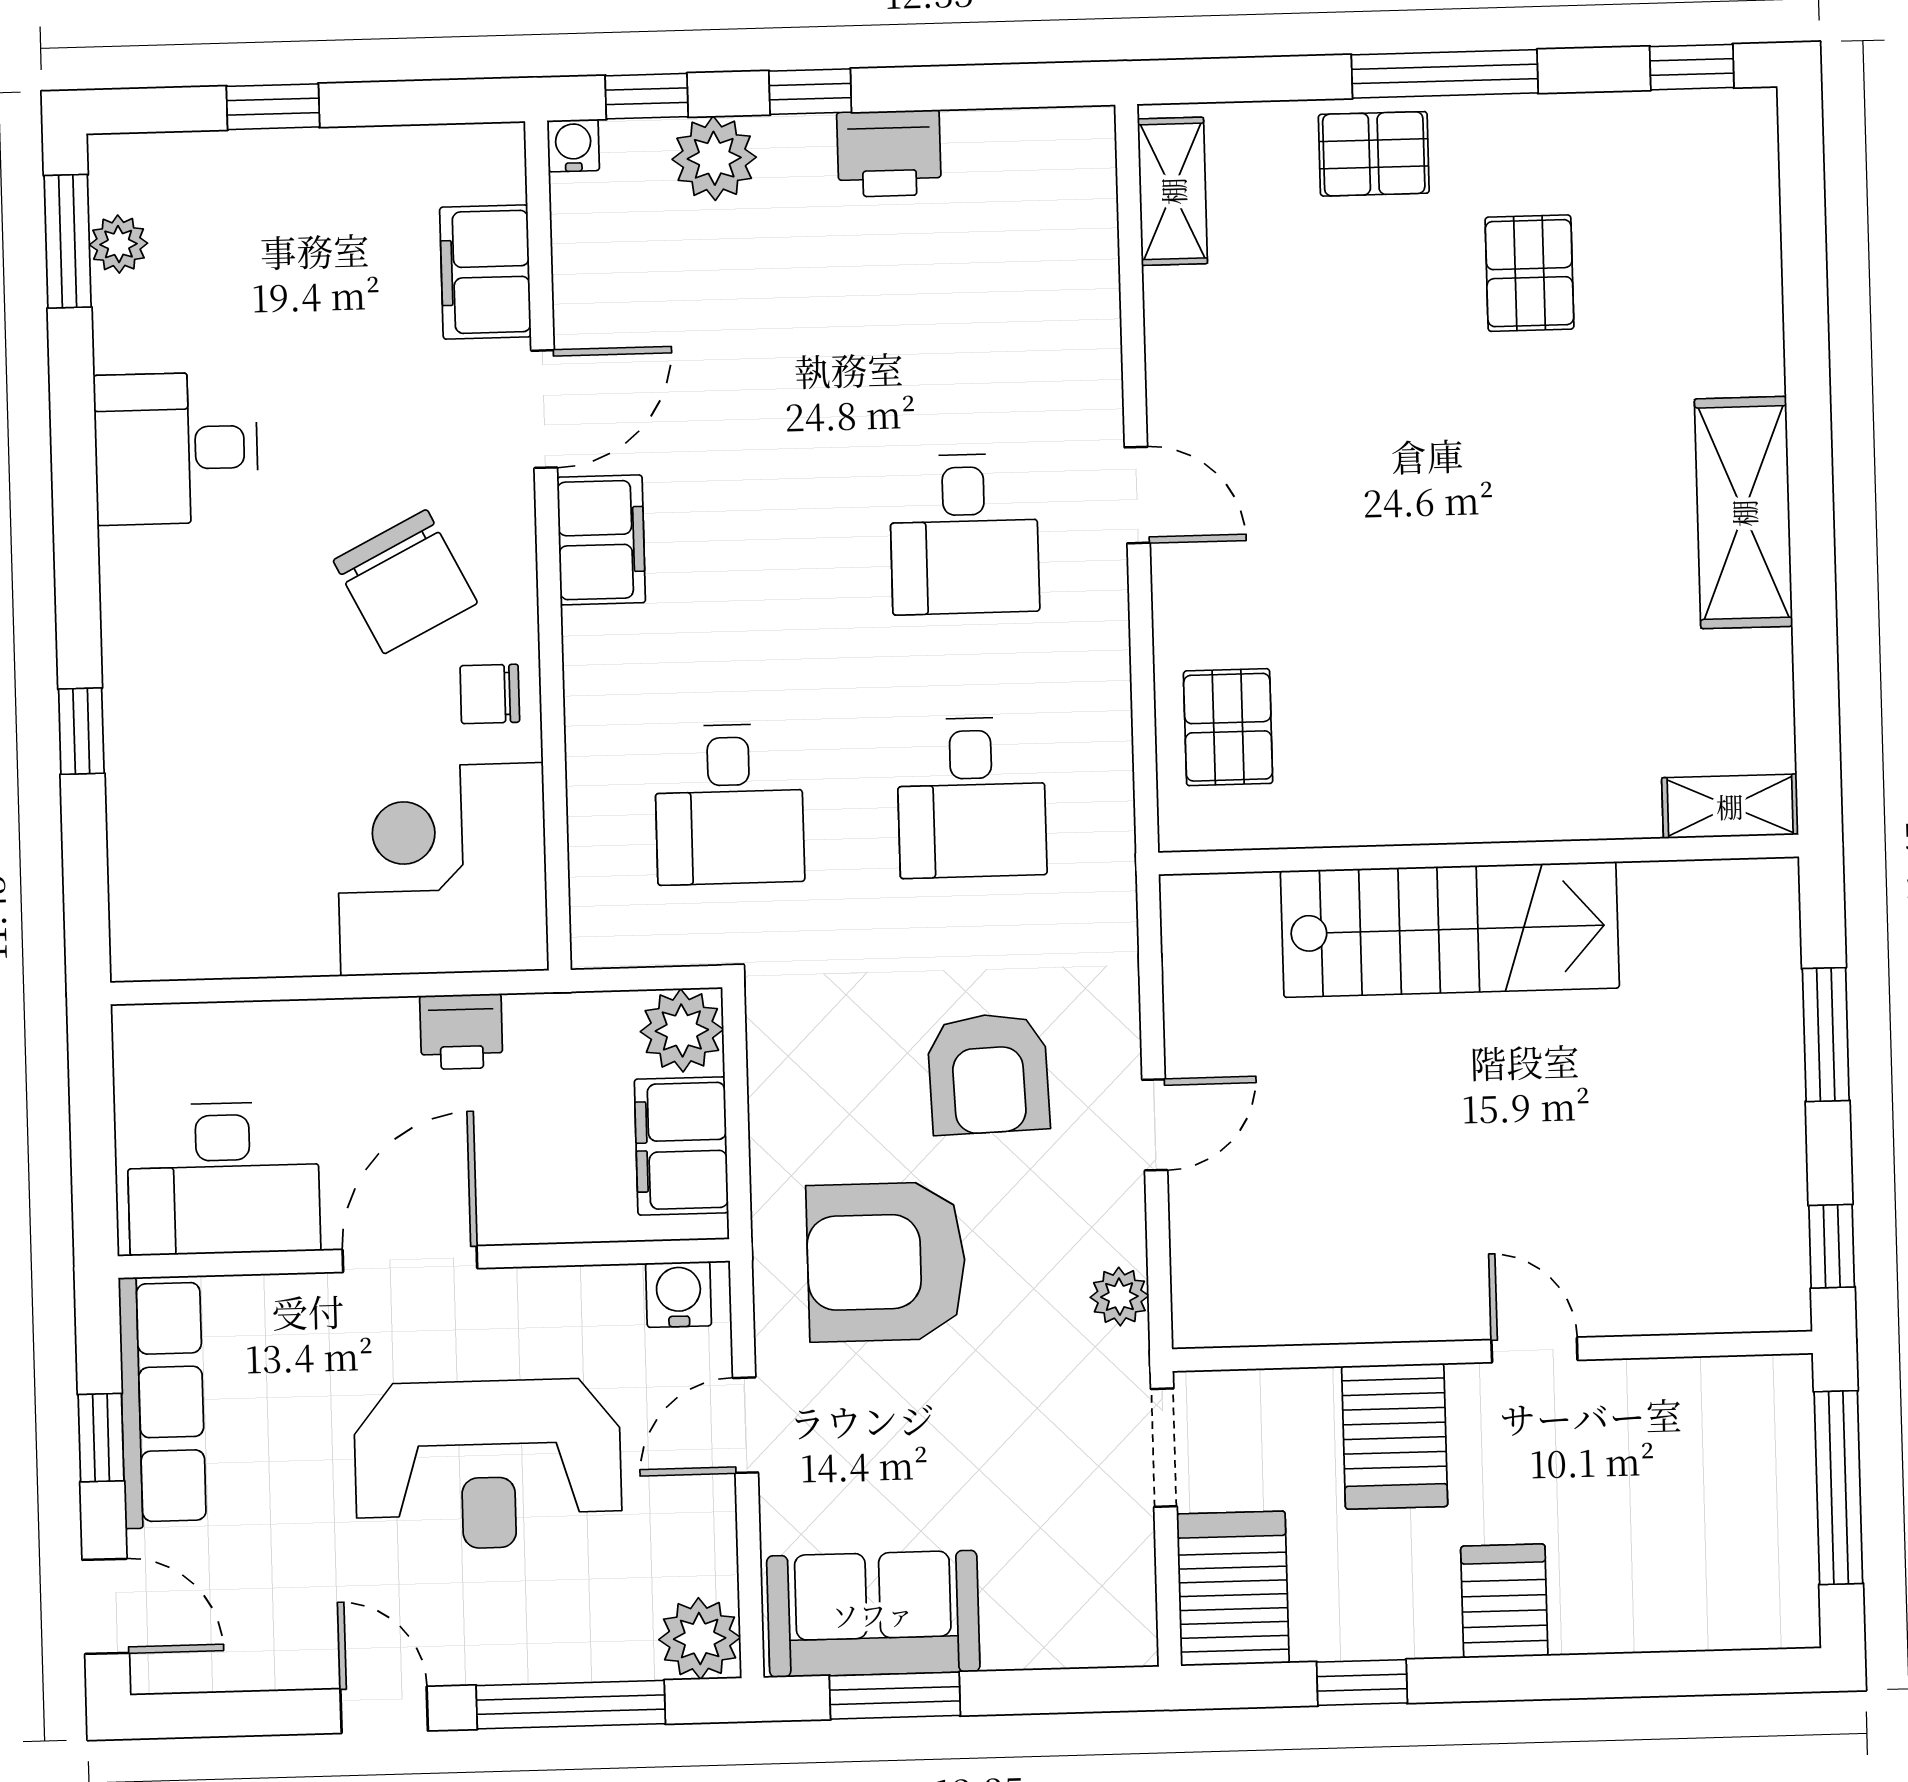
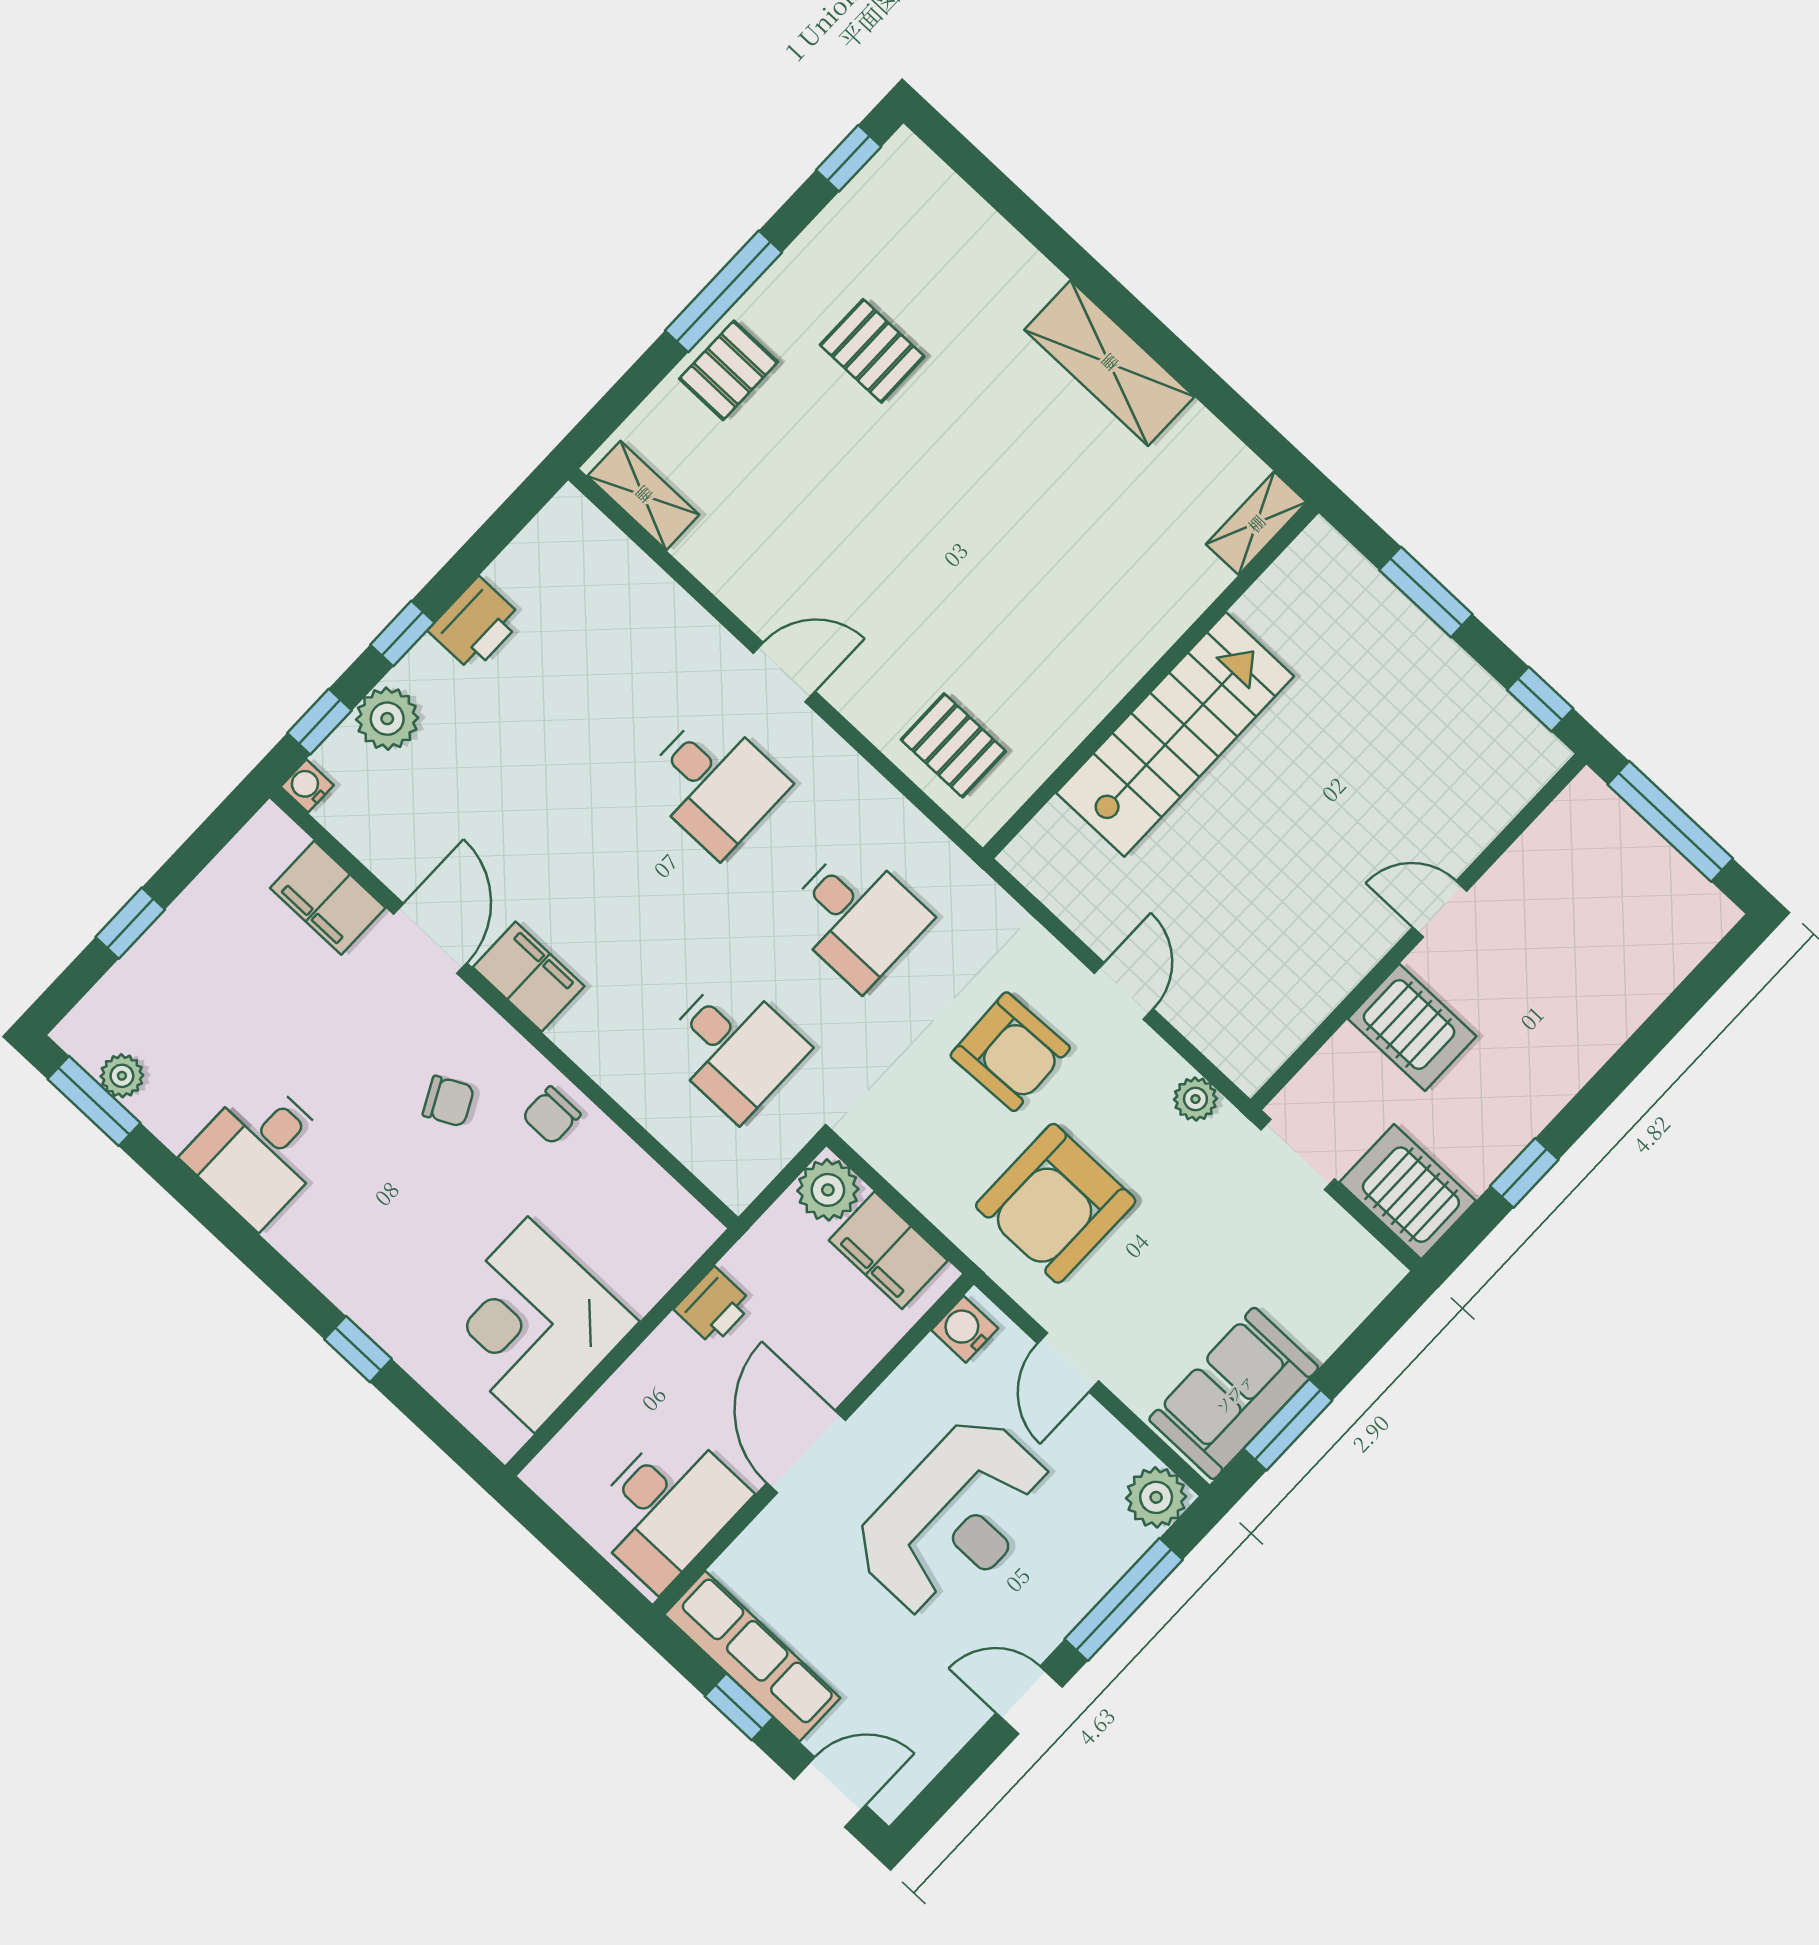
chair: (405, 582) -> (448, 1101), width x0.54, depth x0.54
corner desk: (442, 869) -> (531, 1325), moved
server rack: (1504, 1601) -> (1556, 1056), removed

